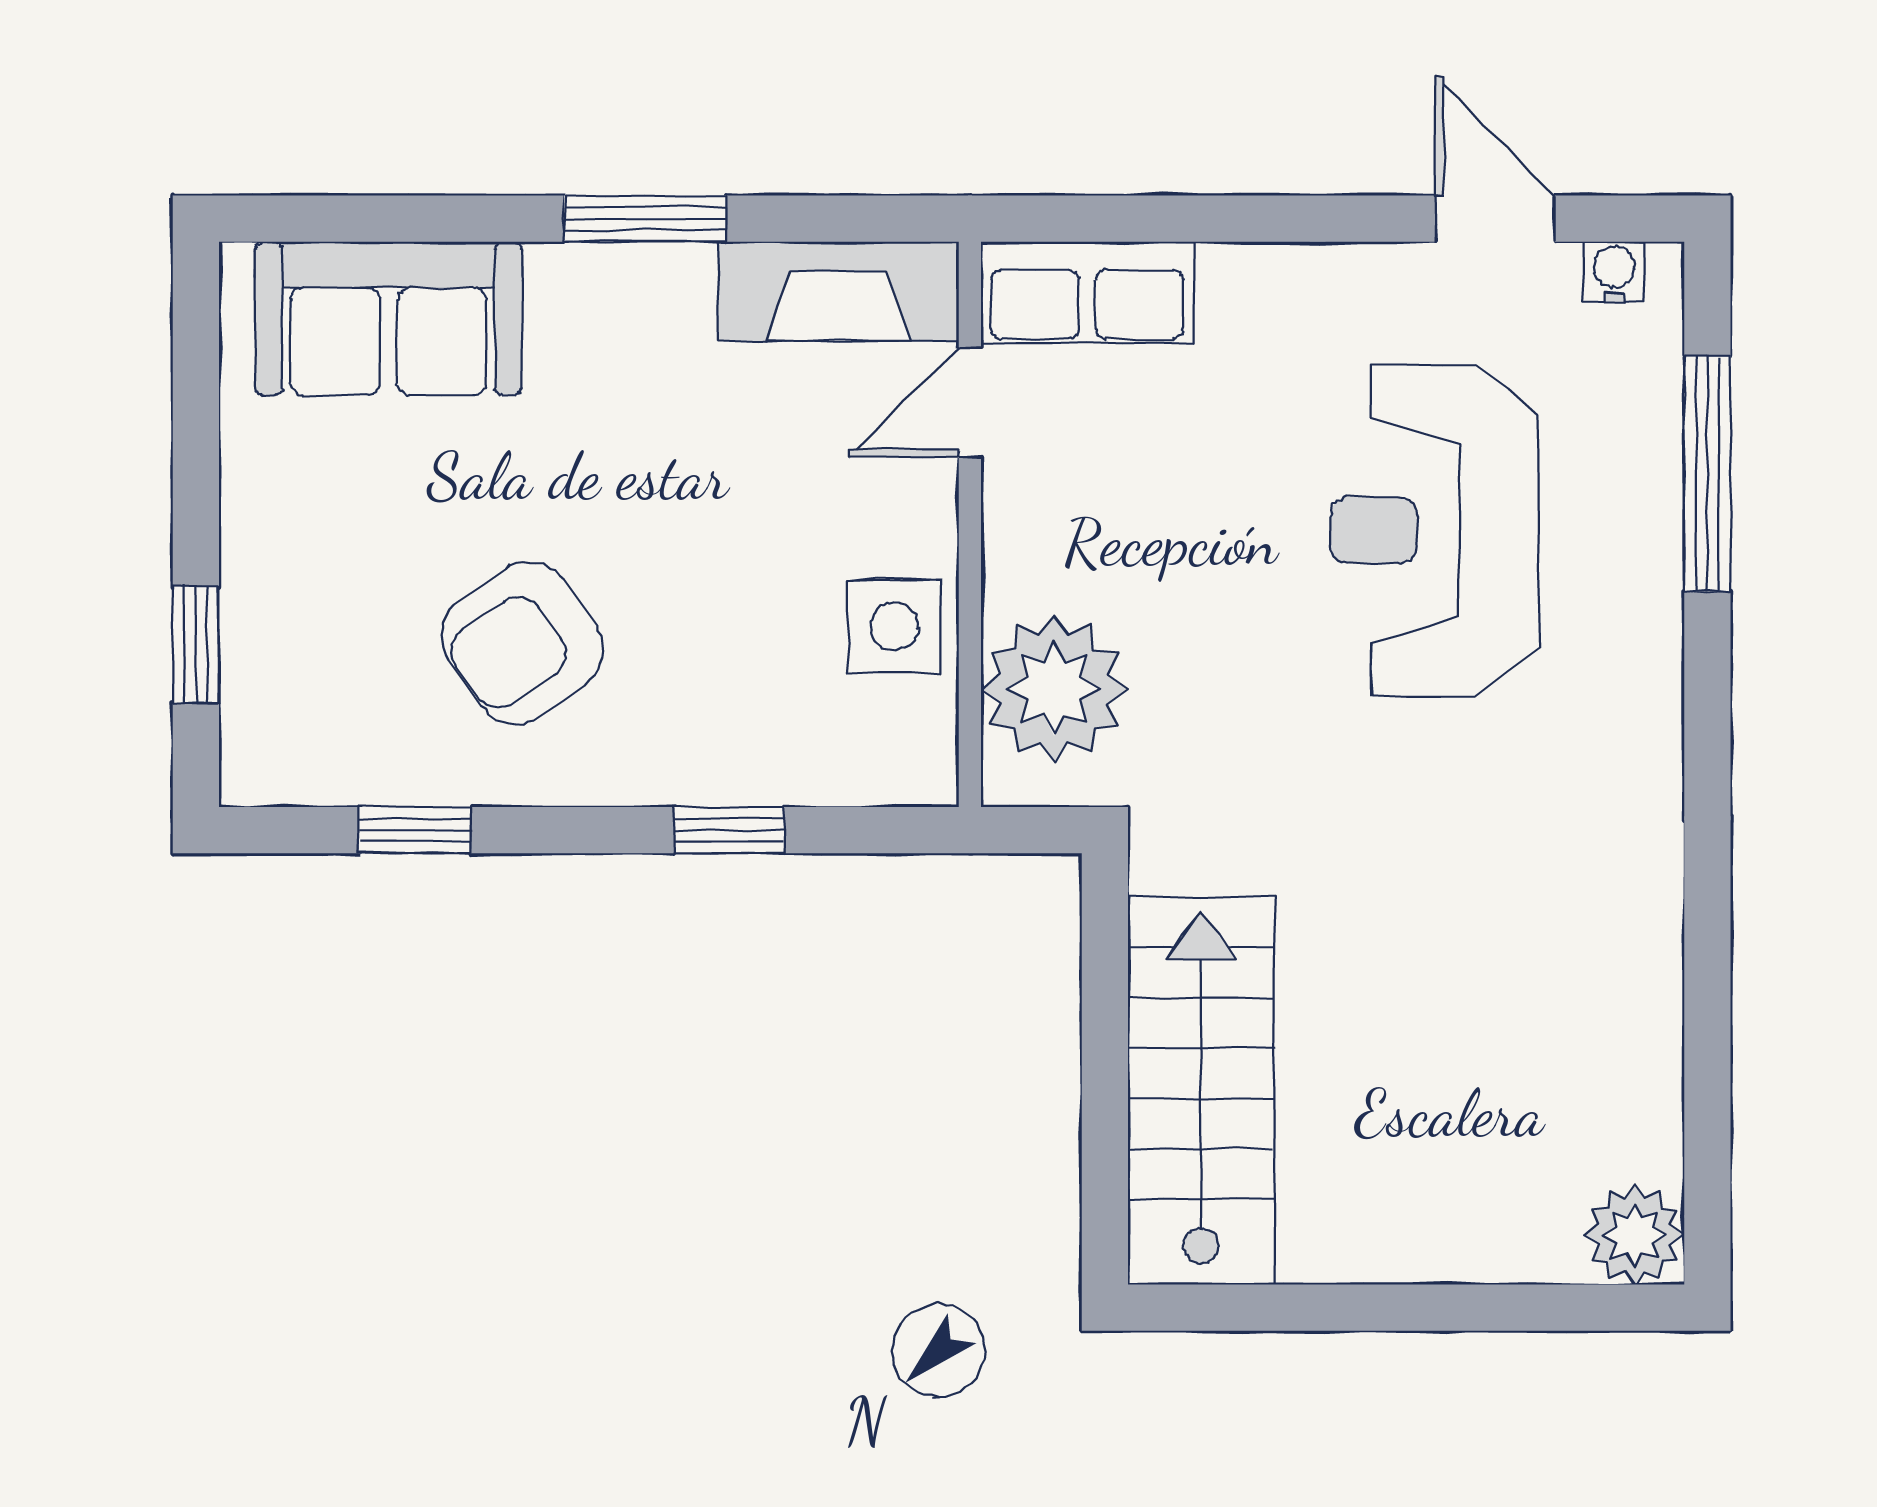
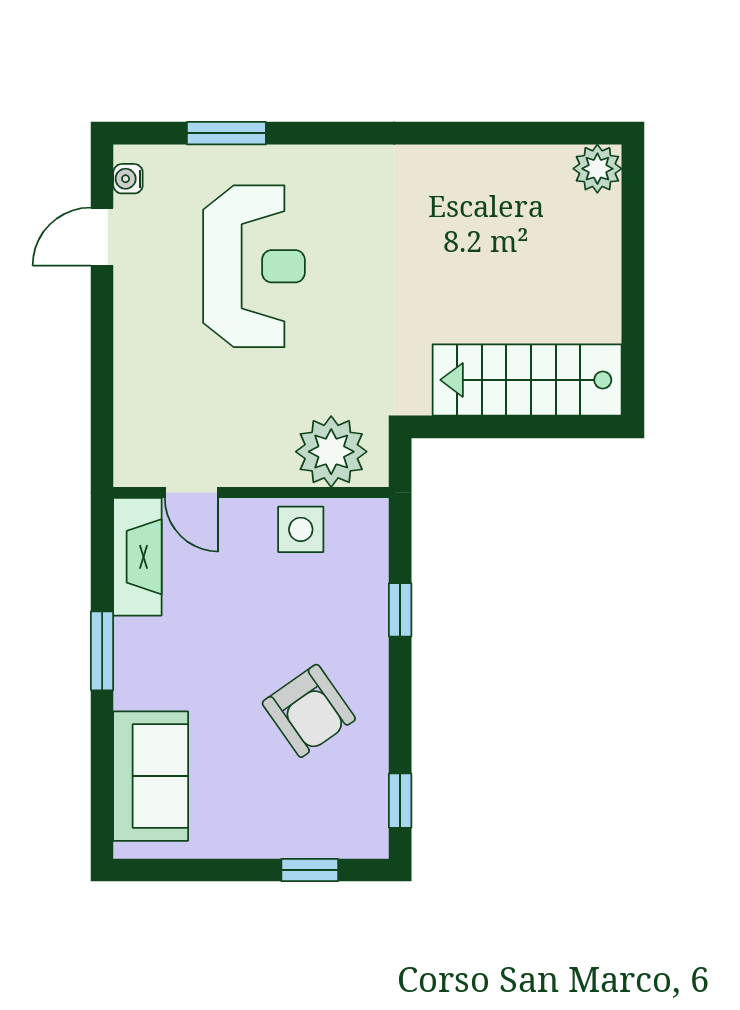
row of seats: (1087, 292) -> (138, 435), removed
window: (1707, 474) -> (226, 133), width x0.69
reception desk: (1434, 530) -> (254, 266), turned -90
window: (415, 830) -> (400, 801), moved

